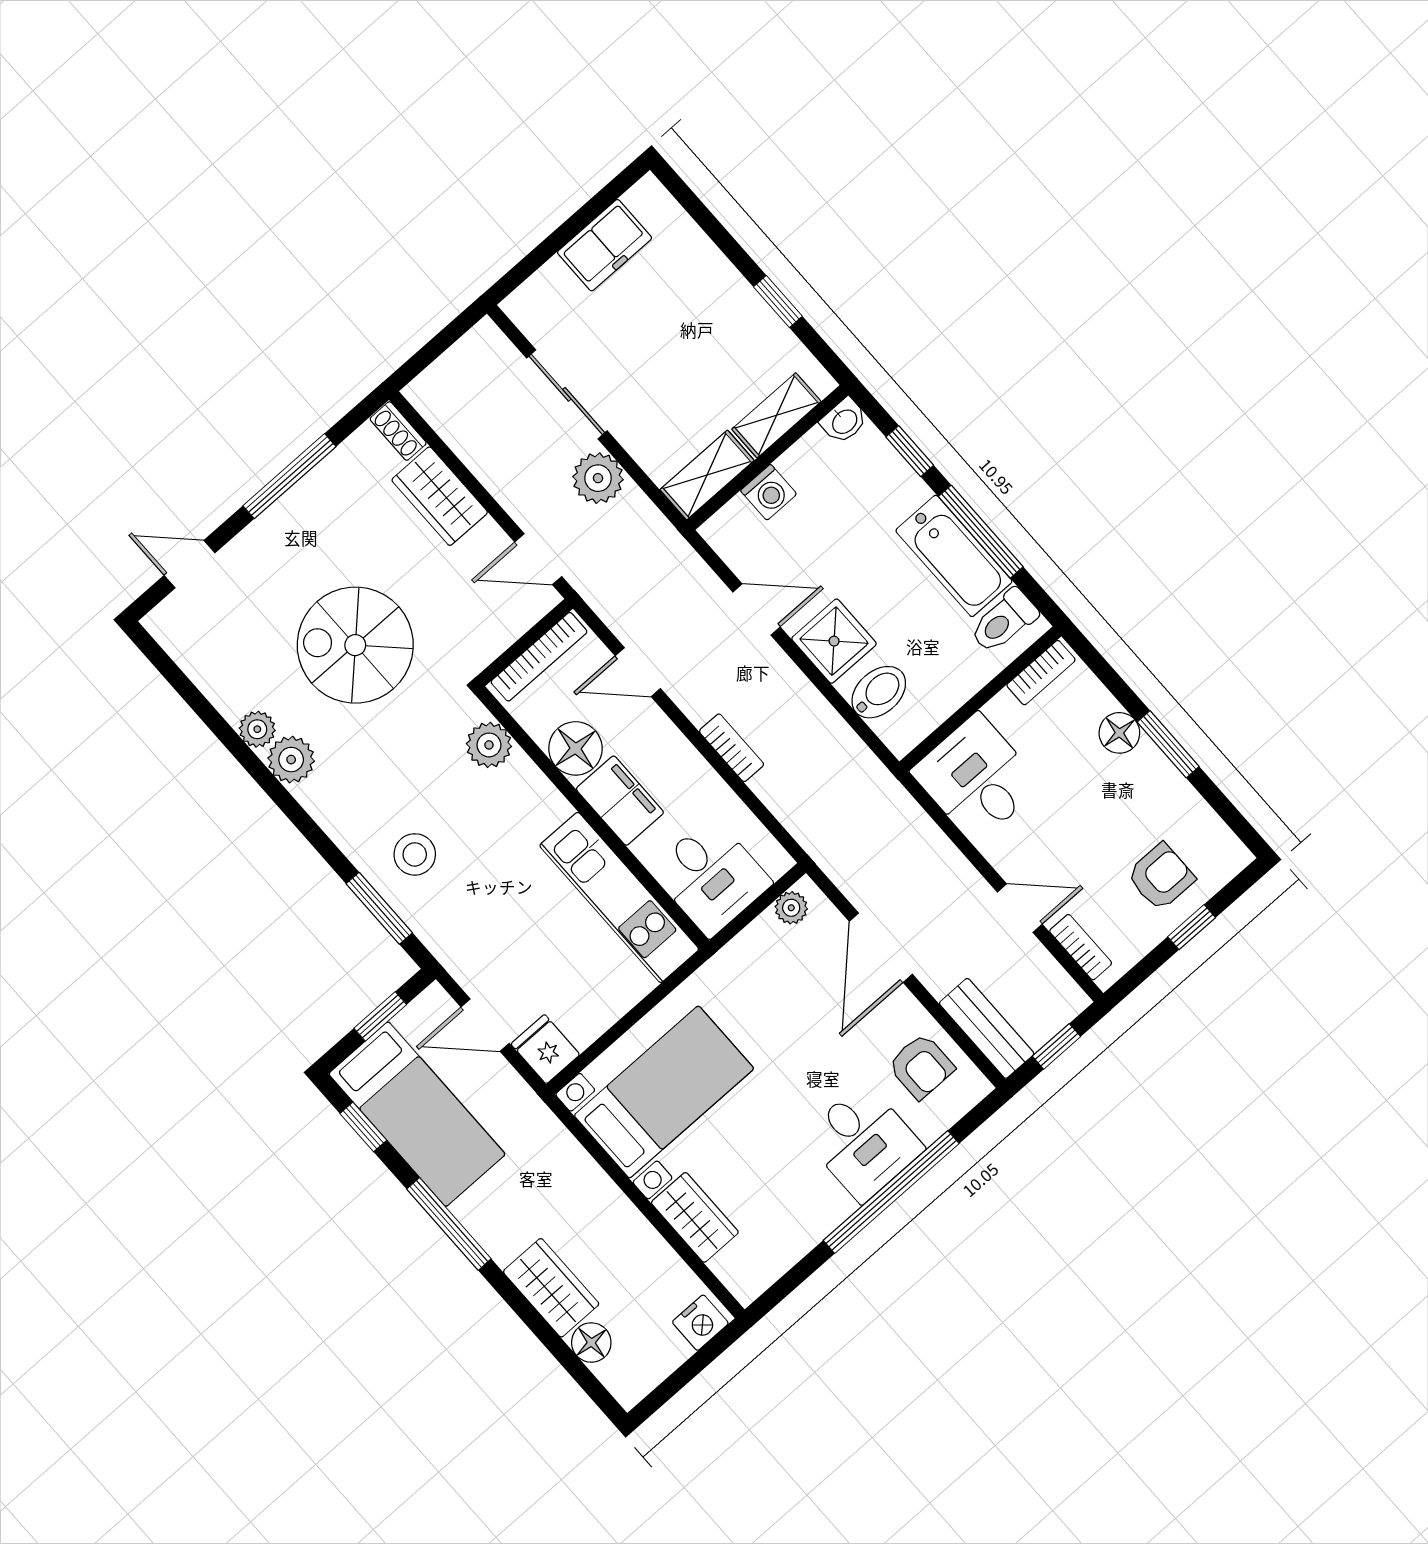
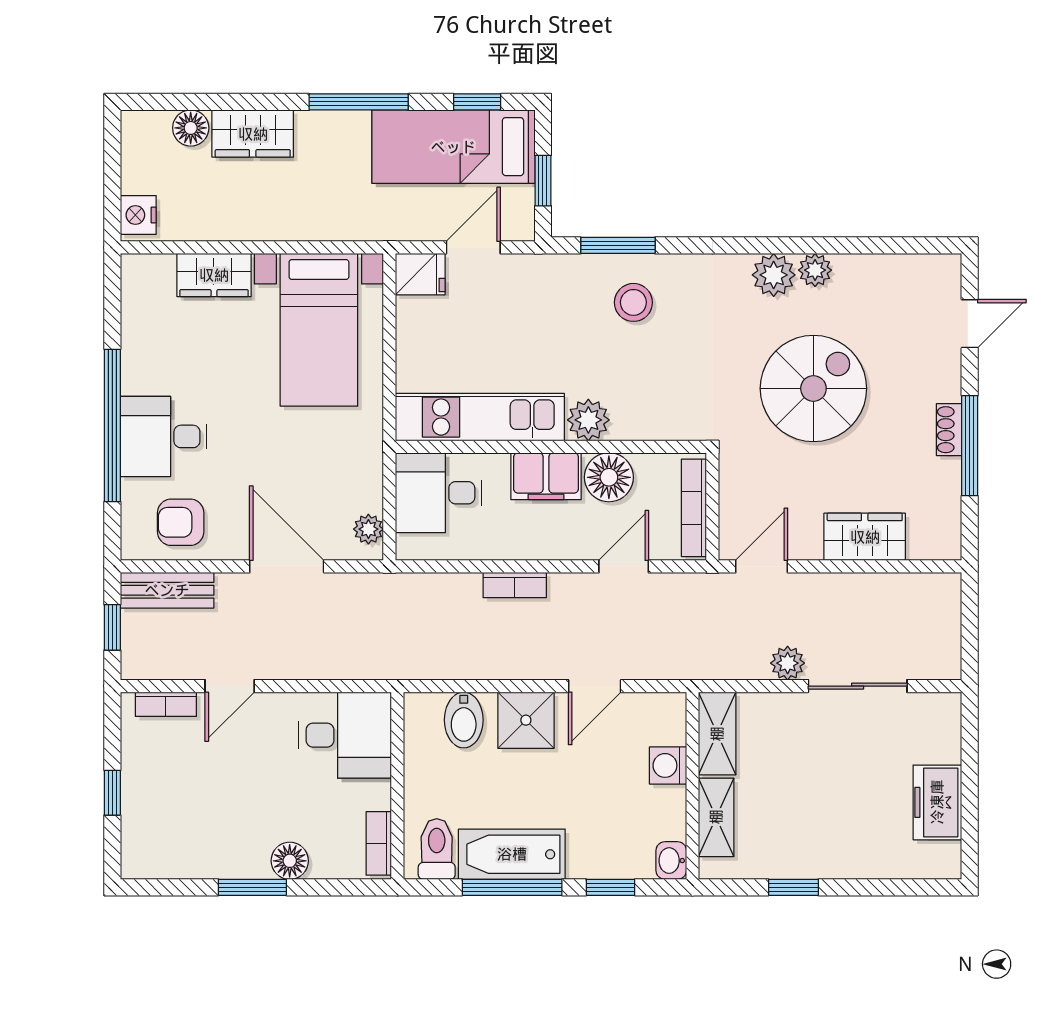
shoe rack: (398, 431) -> (949, 430), moved, turned -90
plant: (598, 478) -> (788, 663), width x0.73, depth x0.73
plant: (489, 745) -> (588, 420), moved
armchair: (1161, 877) -> (166, 802), removed

